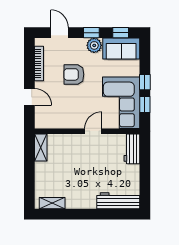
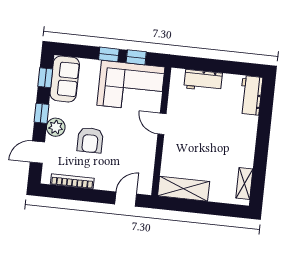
plant: (94, 45) -> (56, 127), moved
door: (29, 97) -> (126, 199), moved
shelving: (41, 147) -> (184, 189), width x1.50, depth x1.33
workbench: (132, 149) -> (203, 81), moved
workbench: (118, 201) -> (251, 95), width x0.73

